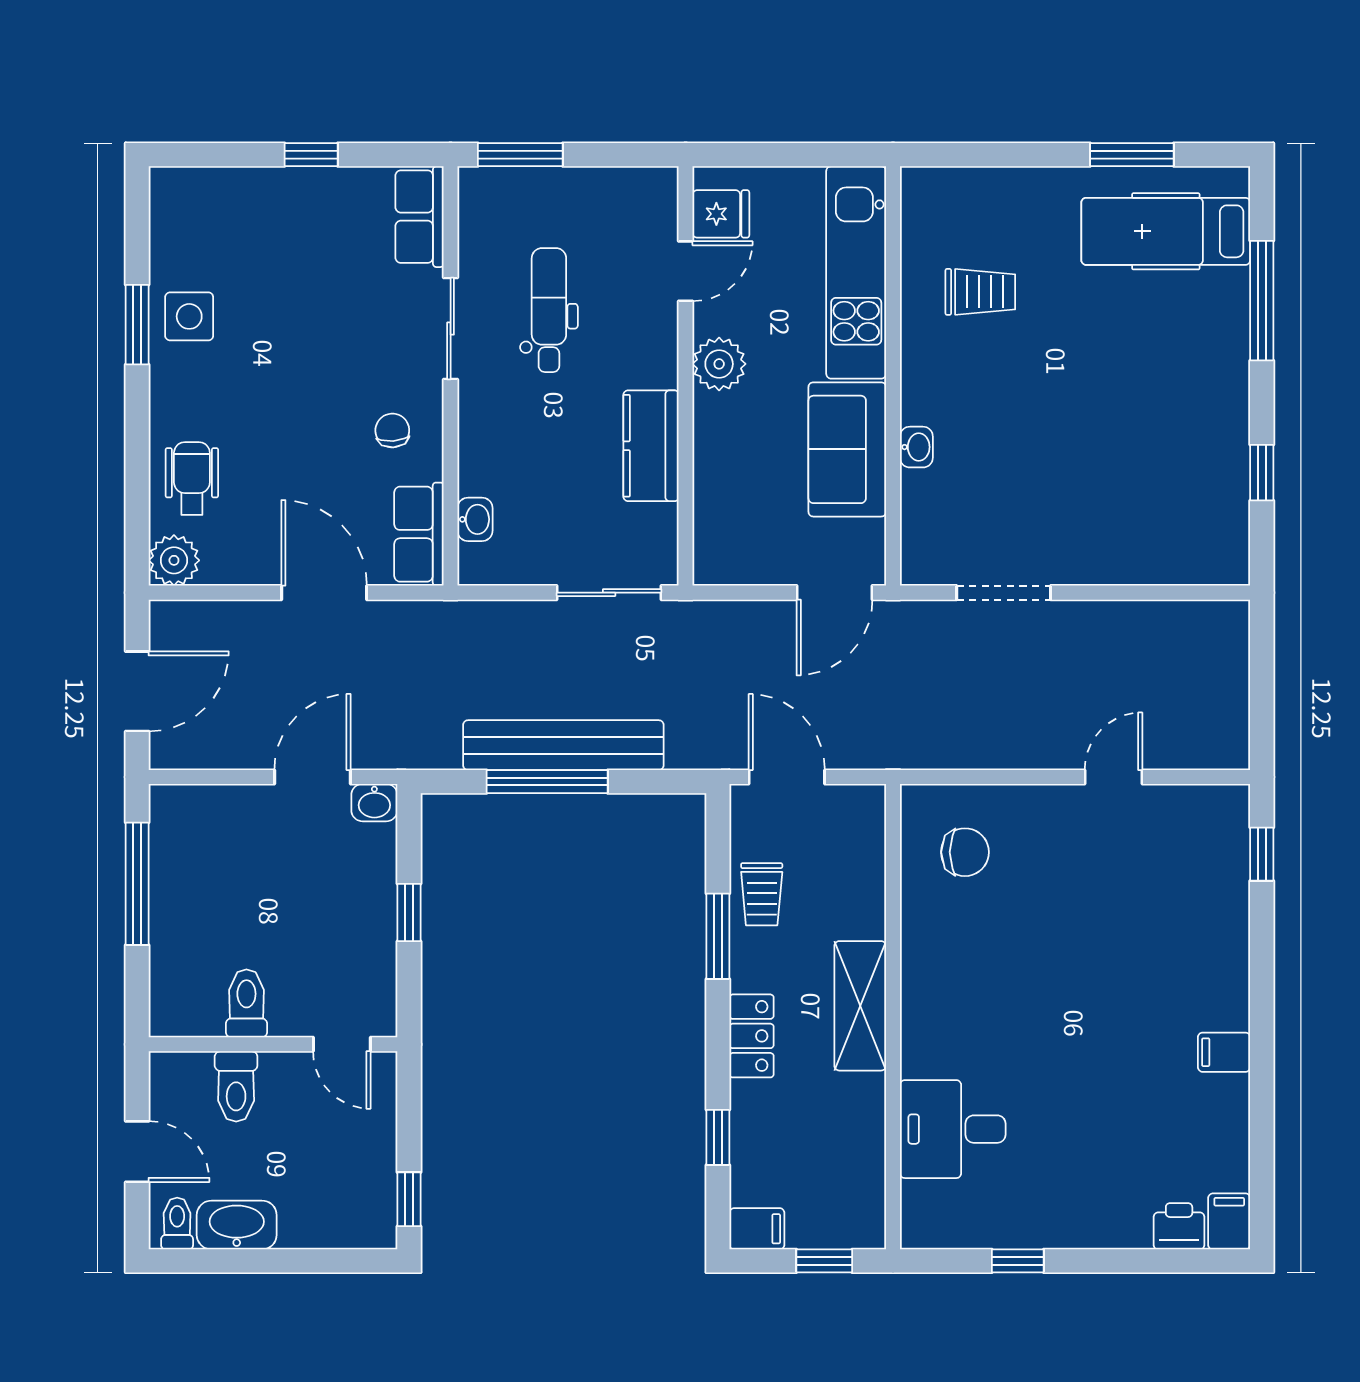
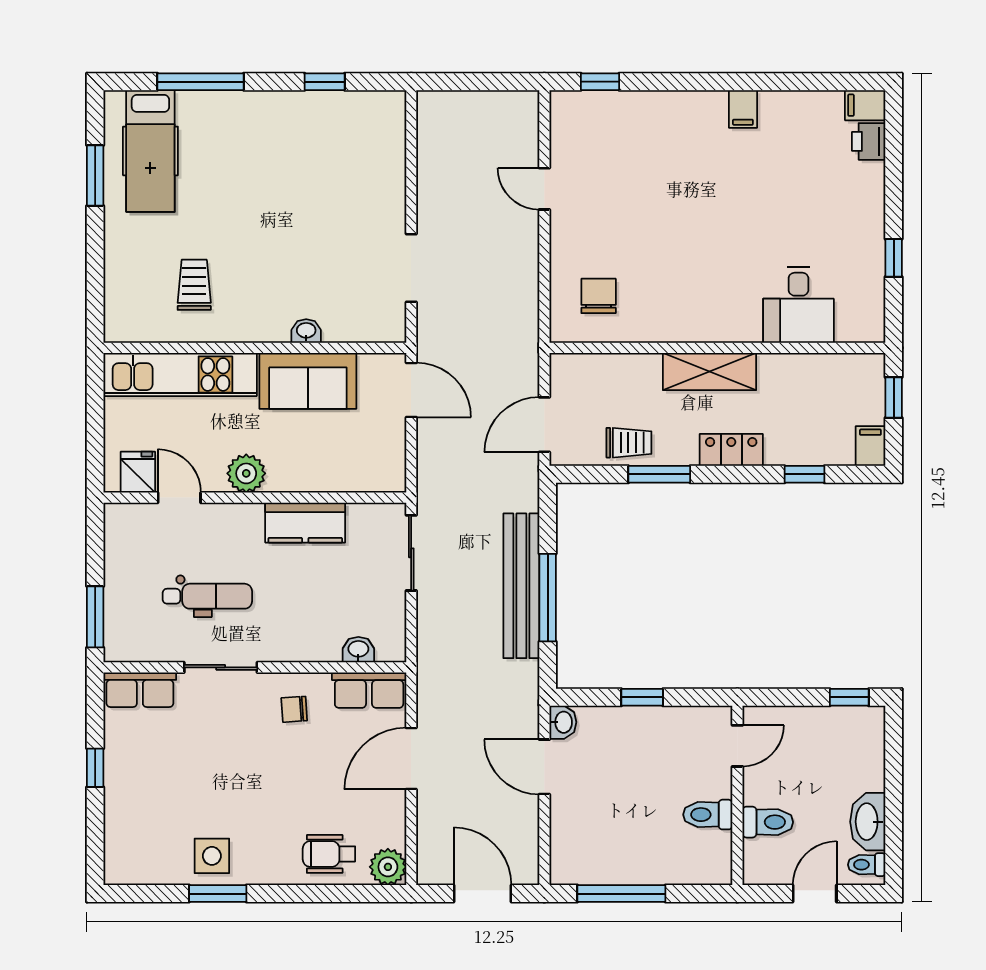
dental chair: (549, 310) -> (207, 596), turned 180

